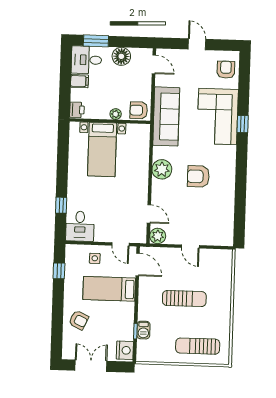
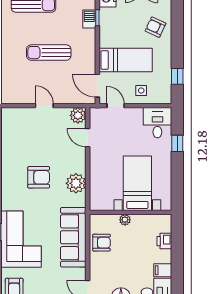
plant: (116, 114) -> (125, 220), moved
wall: (110, 121) -> (130, 212), moved
bed with nightstands: (102, 149) -> (137, 183), moved

